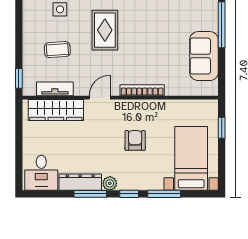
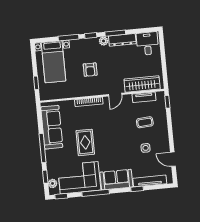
rug: (105, 30) -> (85, 142), moved
sofa: (204, 56) -> (52, 127), width x1.36

